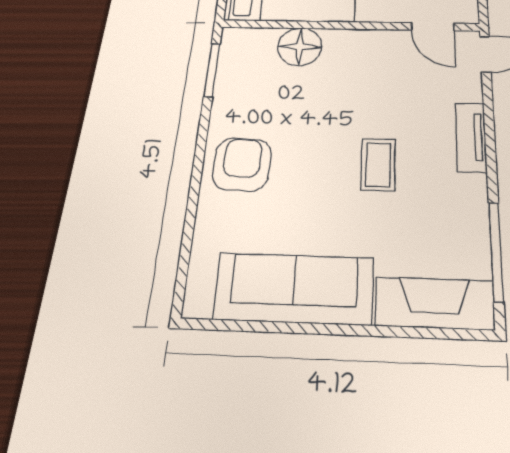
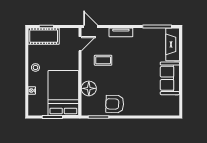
armchair: (242, 164) -> (115, 104), moved
coffee table: (378, 165) -> (103, 60), moved
sofa: (294, 289) -> (170, 78), width x0.73

